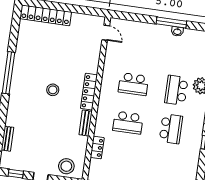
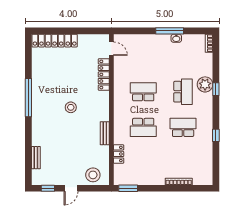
school desk: (133, 84) -> (143, 92), turned 180
school desk: (176, 90) -> (183, 92), turned 180
locker: (89, 92) -> (104, 74), moved
school desk: (171, 129) -> (183, 127), turned -90

